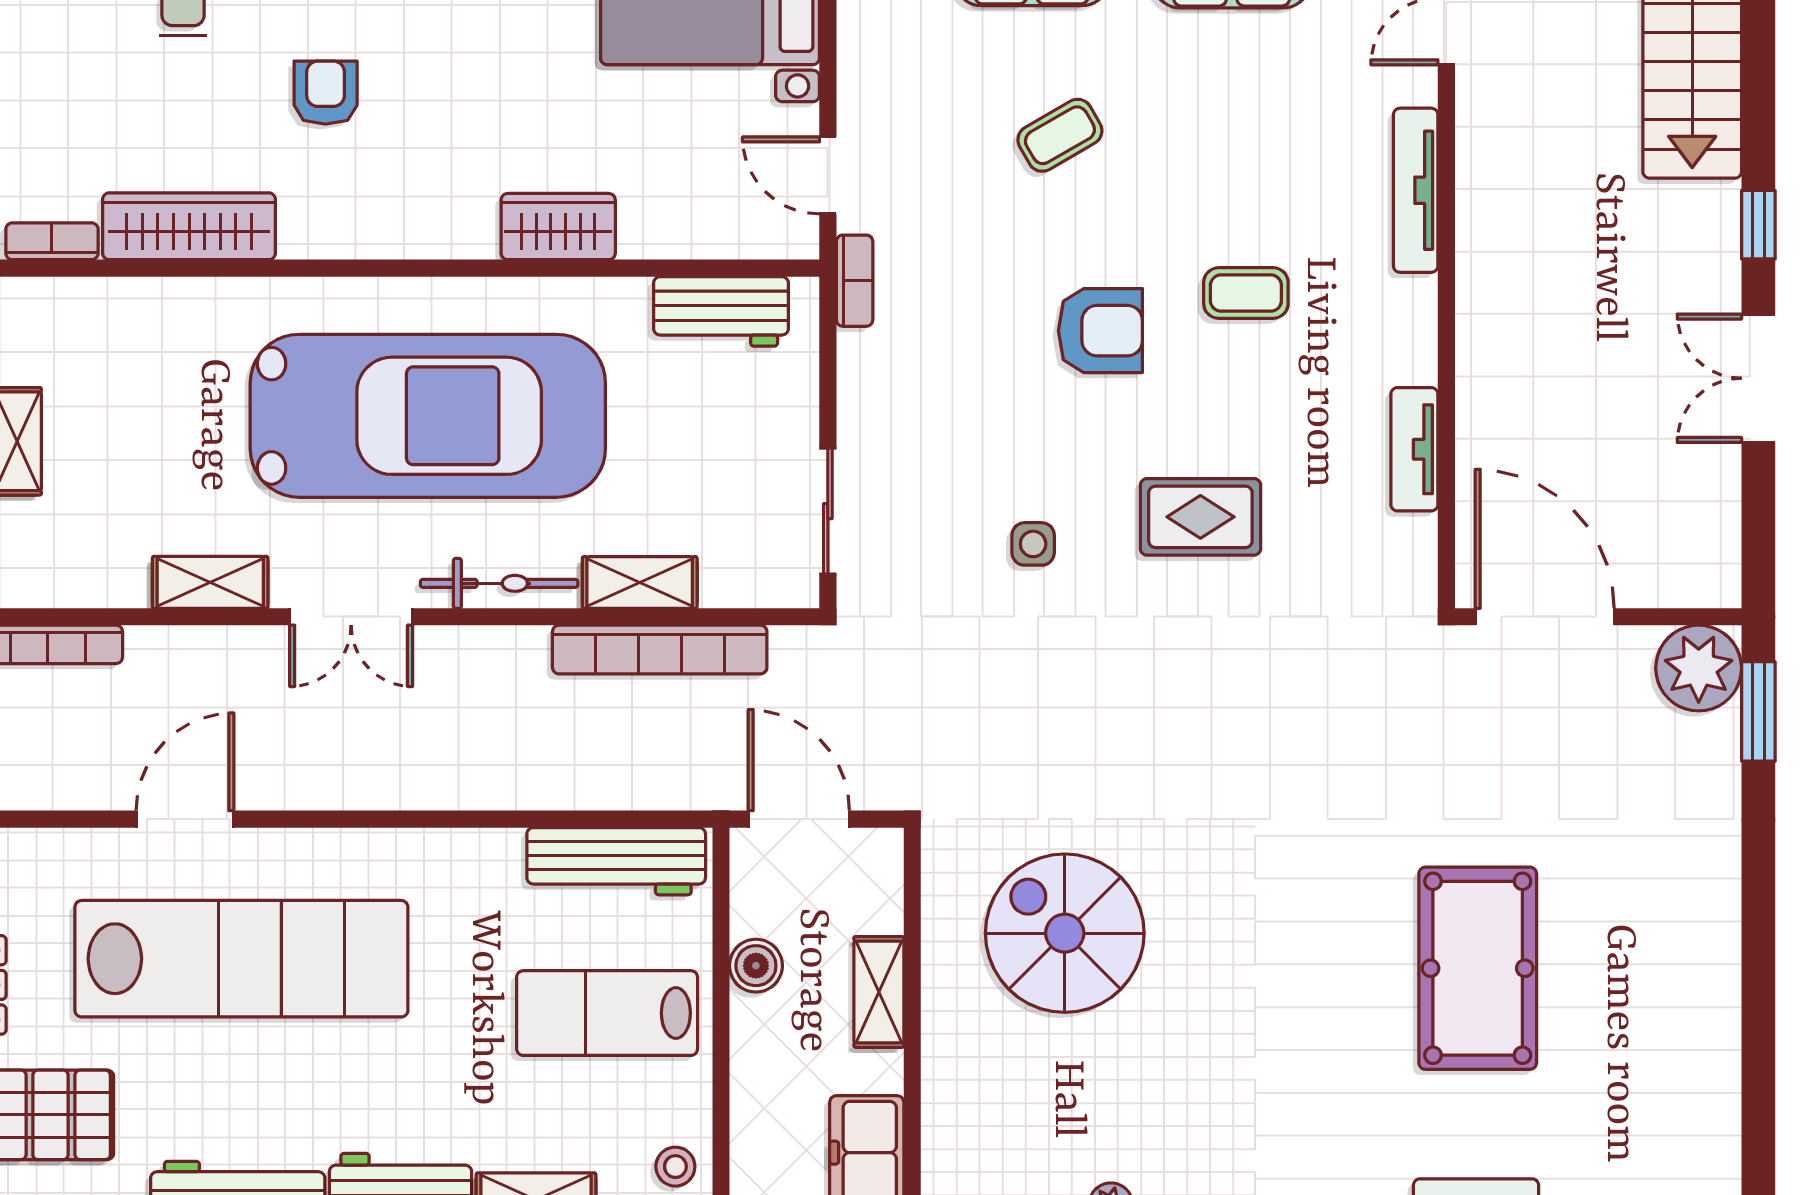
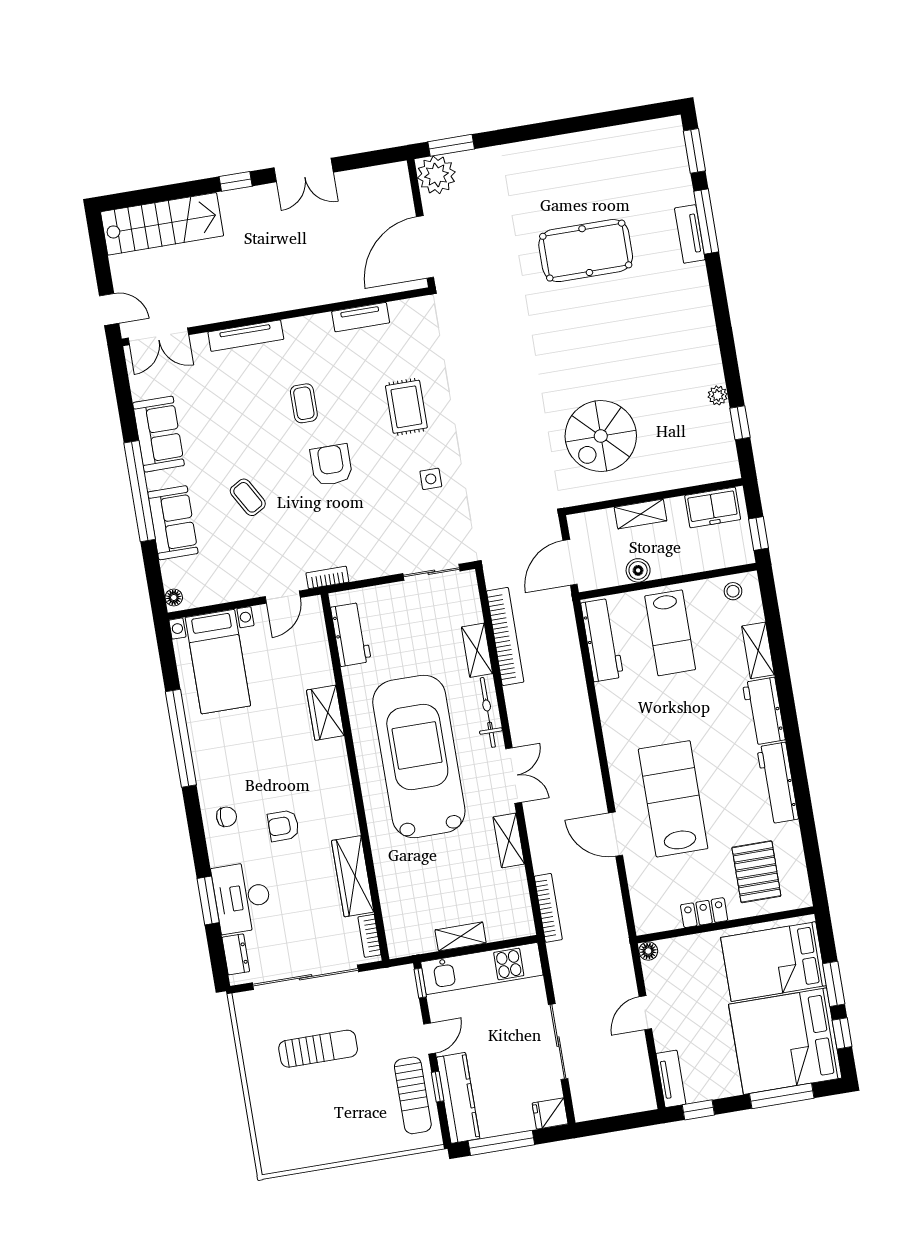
lab bench: (241, 959) -> (673, 799), width x0.73

